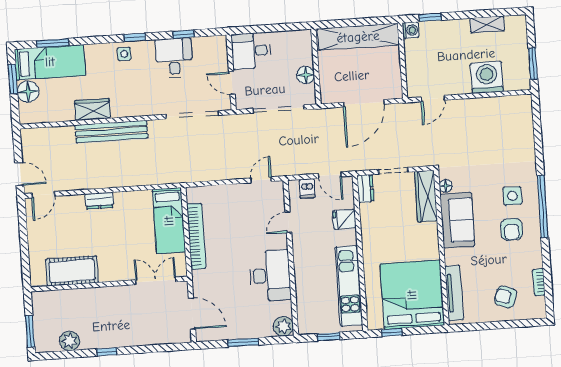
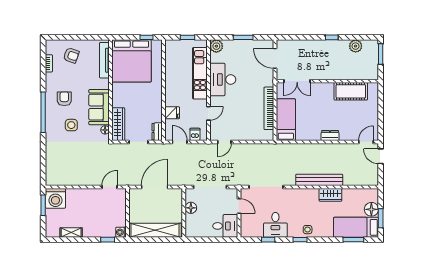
washing machine: (487, 77) -> (55, 198), moved
side table: (512, 196) -> (71, 125), moved
kitchen unit: (349, 286) -> (200, 73), moved, turned 180

